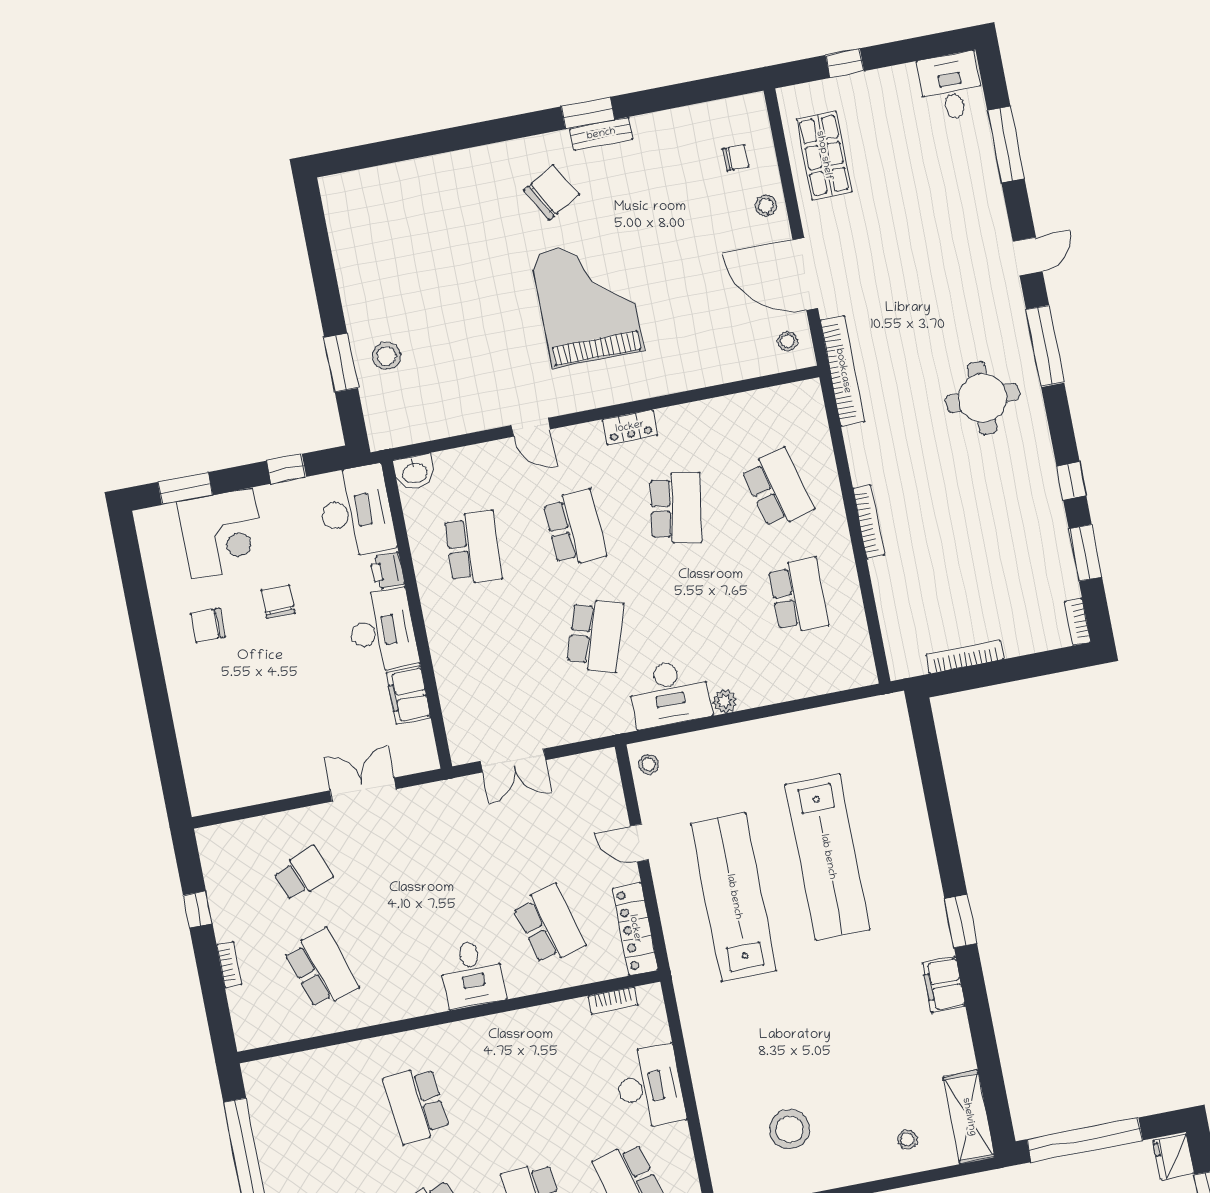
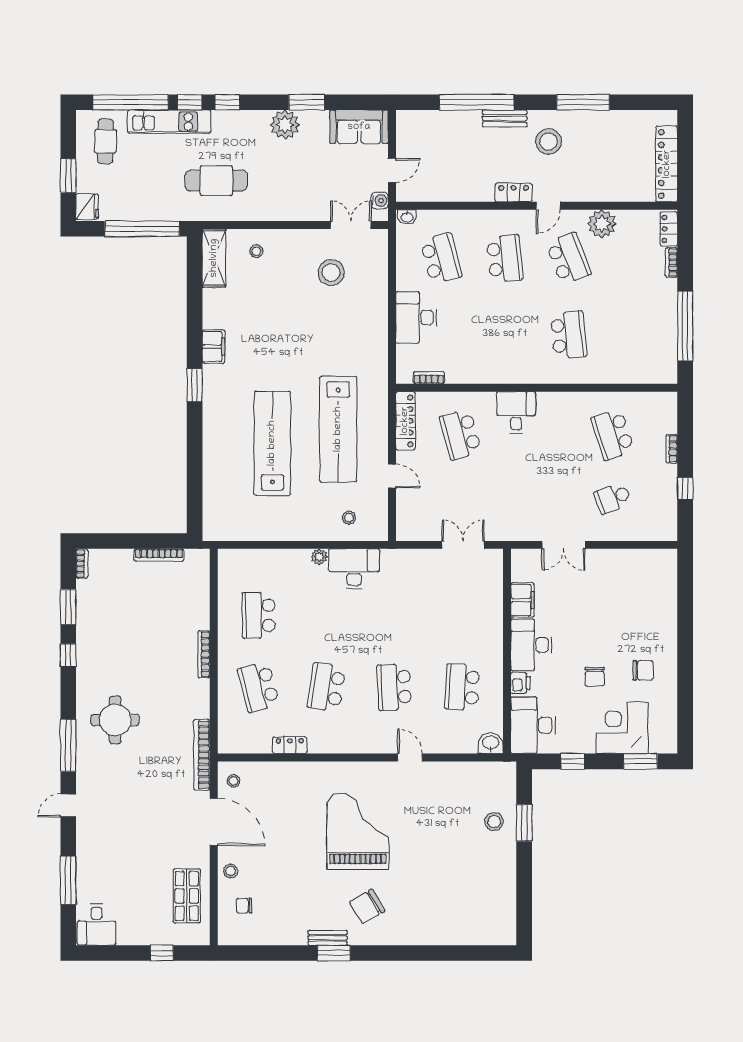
grand piano: (588, 302) -> (358, 831), turned 180
locker: (630, 427) -> (290, 745), moved
school desk: (595, 635) -> (394, 615), removed
stool: (649, 764) -> (349, 518), moved

